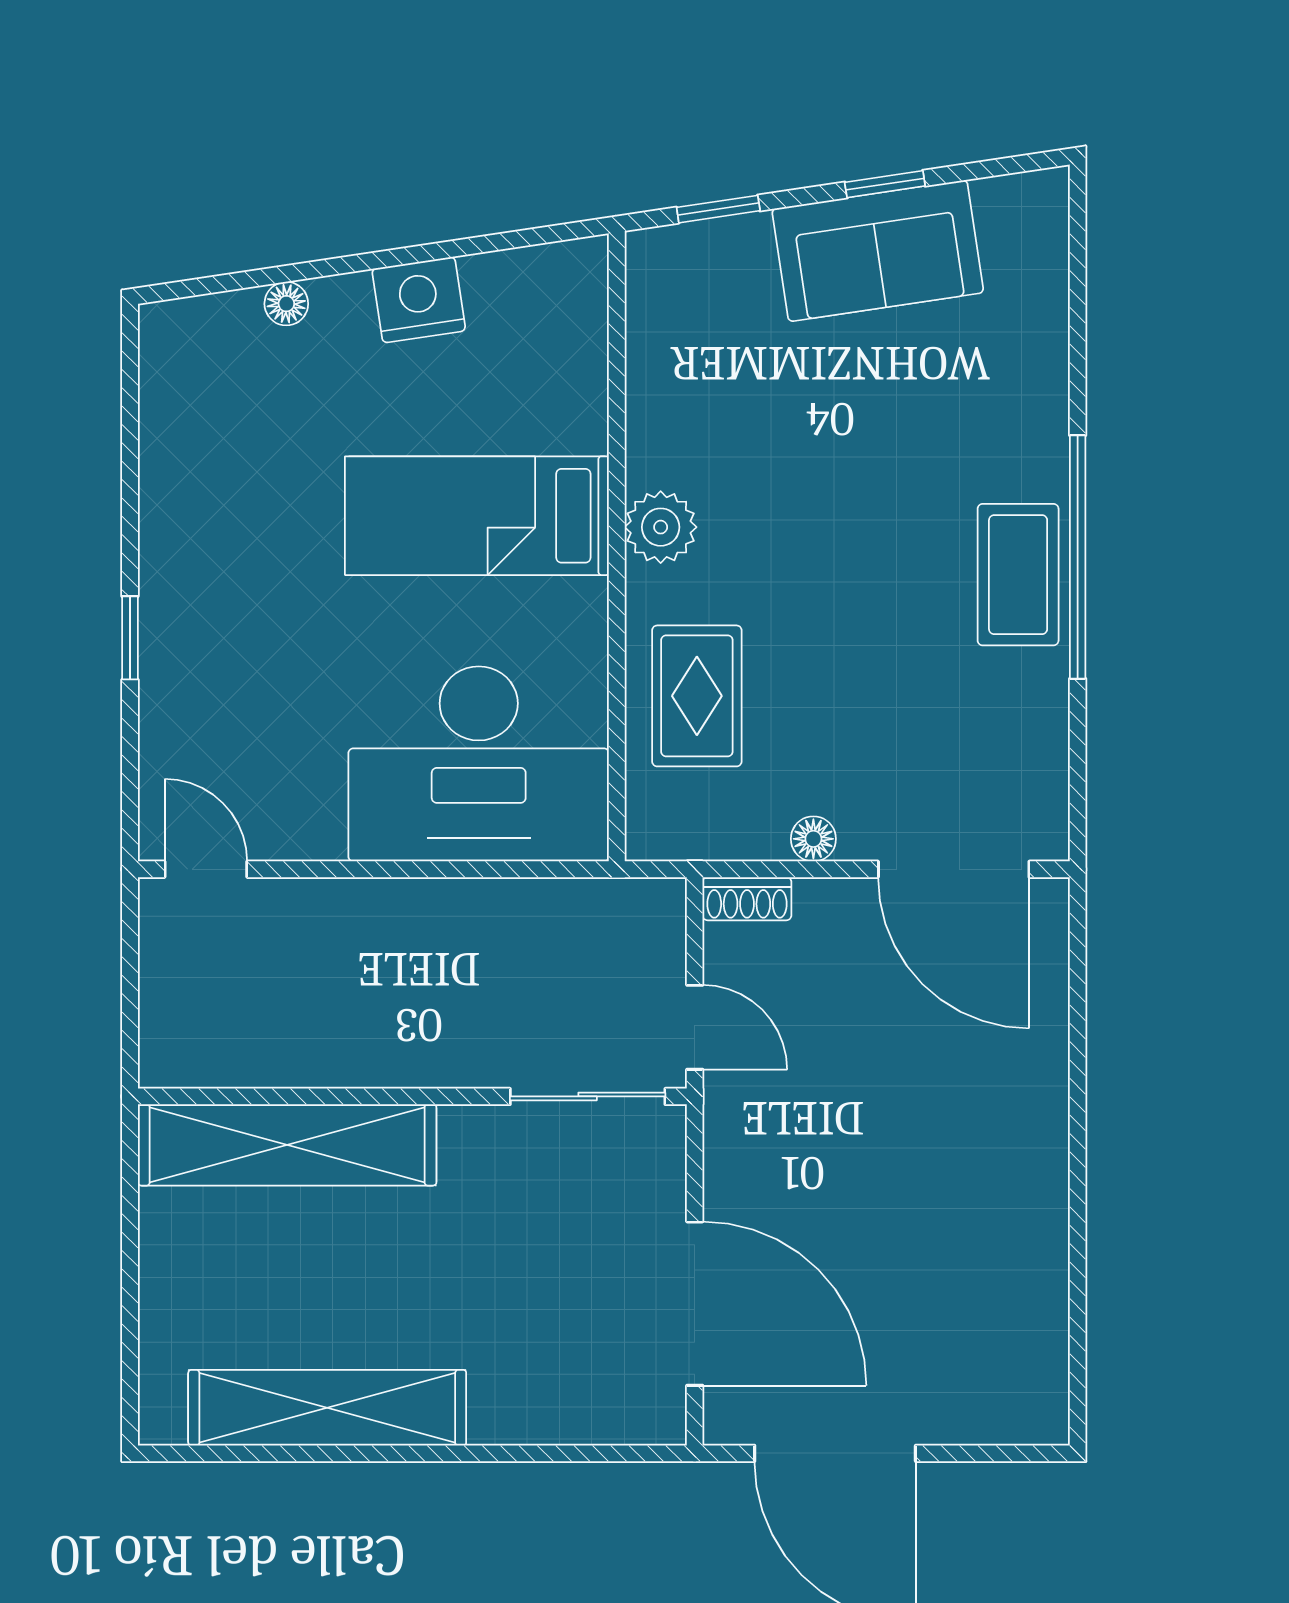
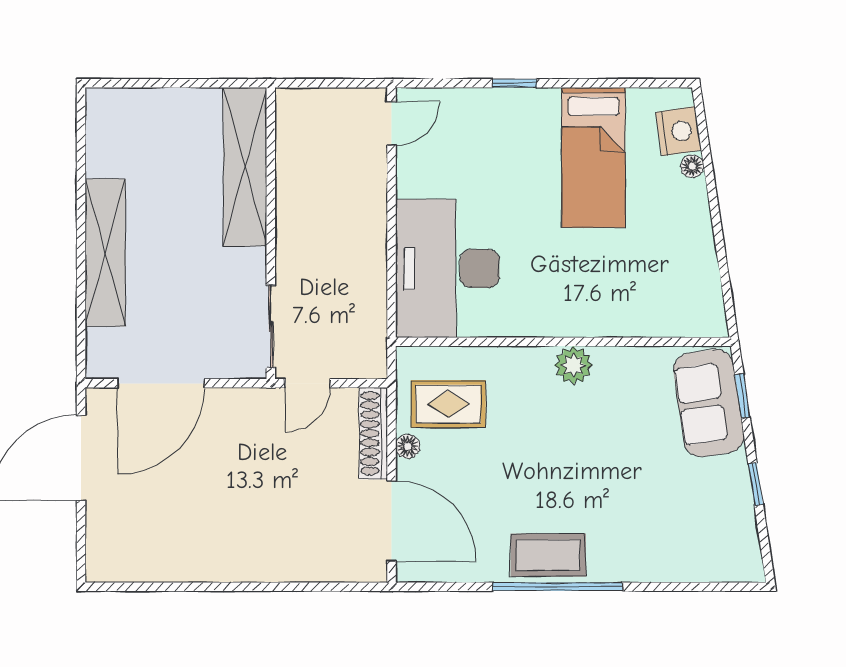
sofa: (878, 251) -> (709, 403), moved
nightstand: (419, 300) -> (678, 131), moved
bed: (477, 516) -> (593, 157), moved, turned 180
rug: (697, 696) -> (448, 404), moved
door: (954, 869) -> (392, 521), swing flipped
shoe rack: (747, 899) -> (373, 433), width x1.94, depth x1.24
shelving: (327, 1408) -> (105, 253), moved

